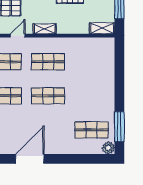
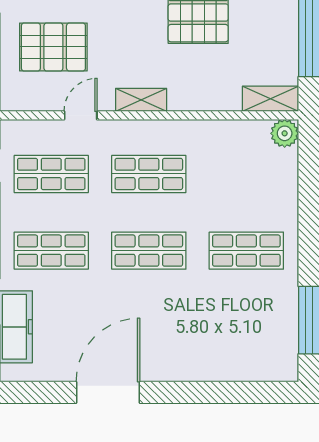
shop shelf: (91, 130) -> (246, 251), moved
plant: (108, 148) -> (285, 133), moved

